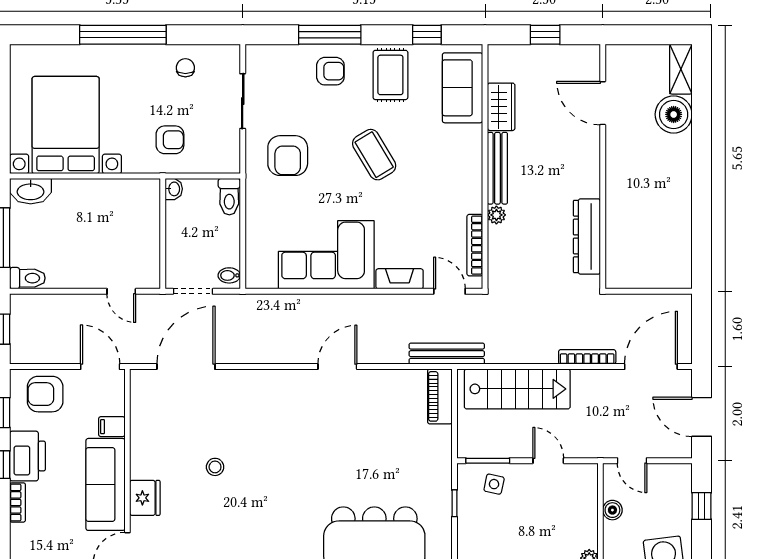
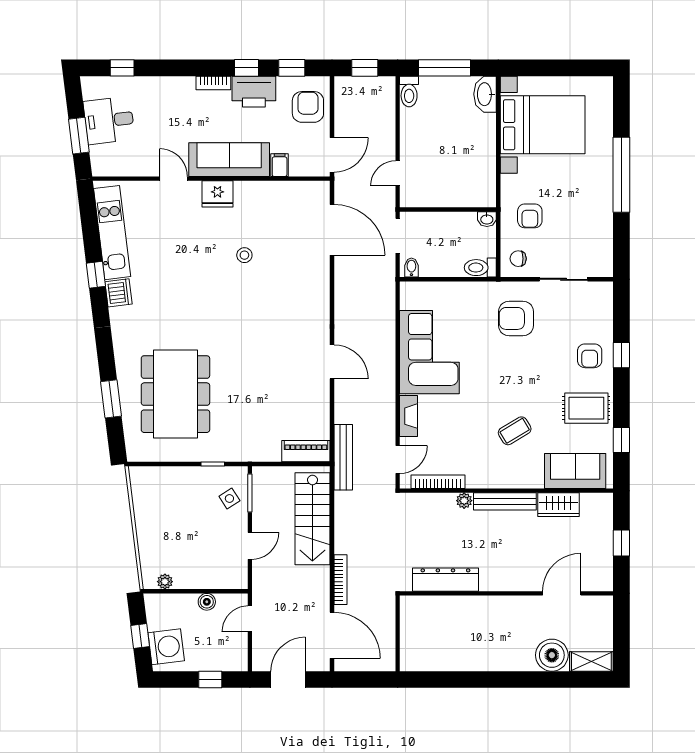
window: (330, 35) -> (621, 355), width x0.46
chair: (185, 68) -> (518, 259), moved, turned 180
coffee table: (374, 155) -> (515, 431), moved, width x0.73, depth x0.77
side table: (494, 484) -> (229, 498), turned 45

